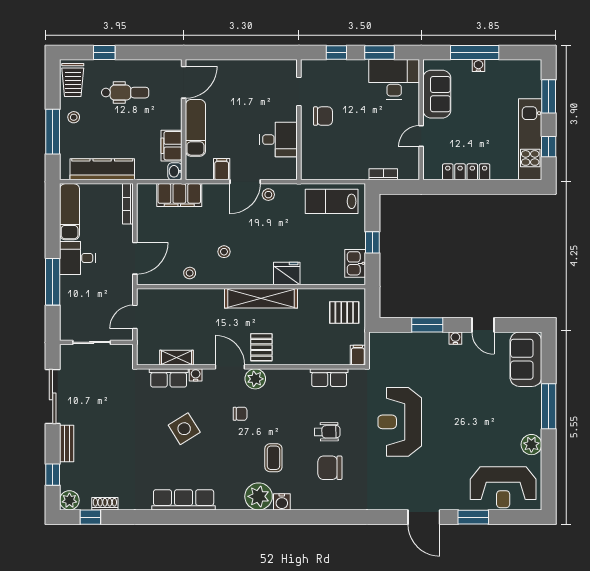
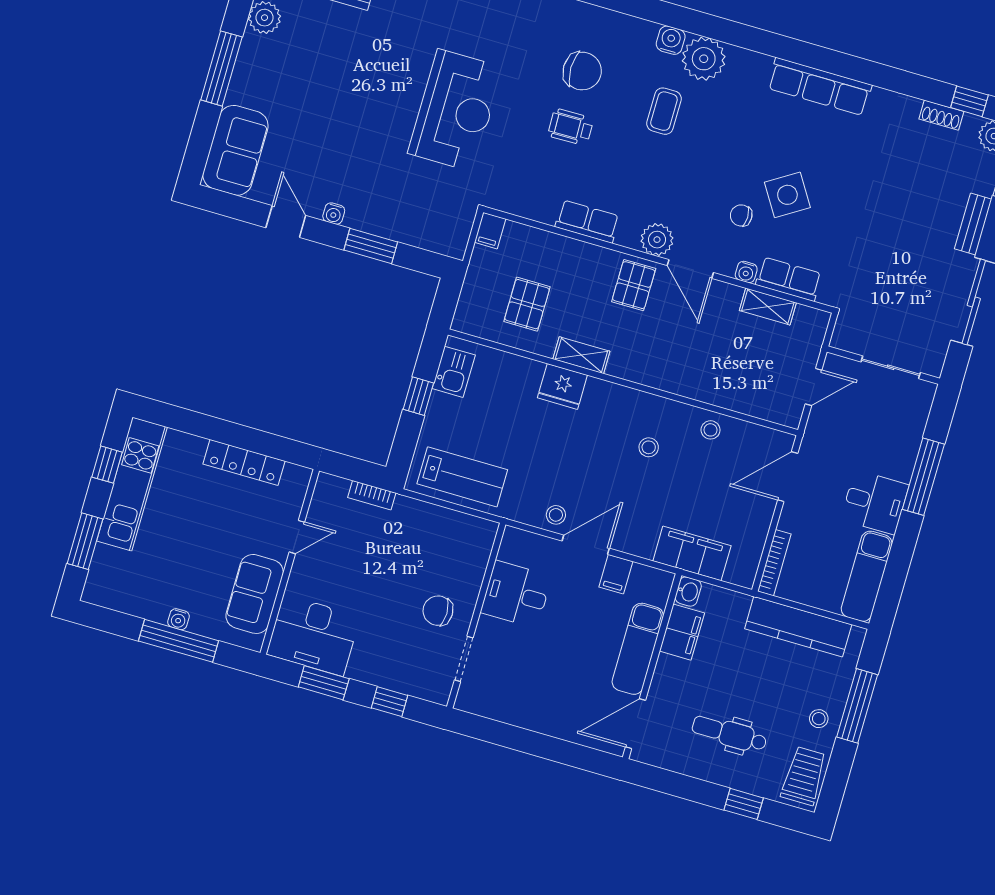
shelving: (261, 298) -> (581, 355), width x0.45, depth x0.75
pallet: (344, 312) -> (527, 304), moved, turned 90
row of seats: (329, 378) -> (587, 222), moved
chair: (240, 414) -> (741, 215), moved

